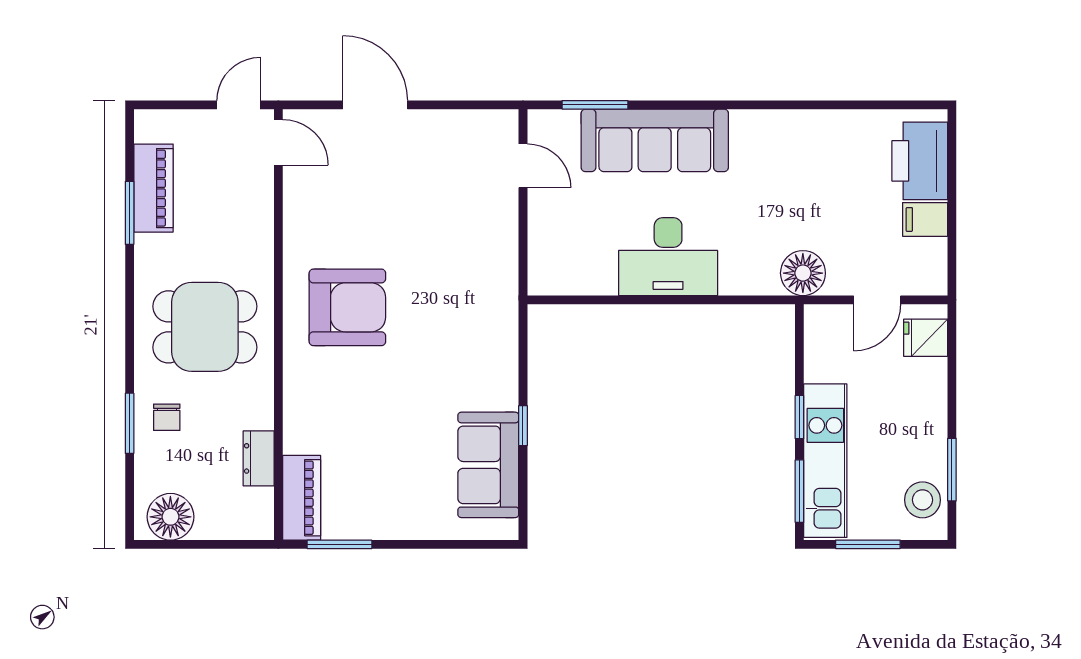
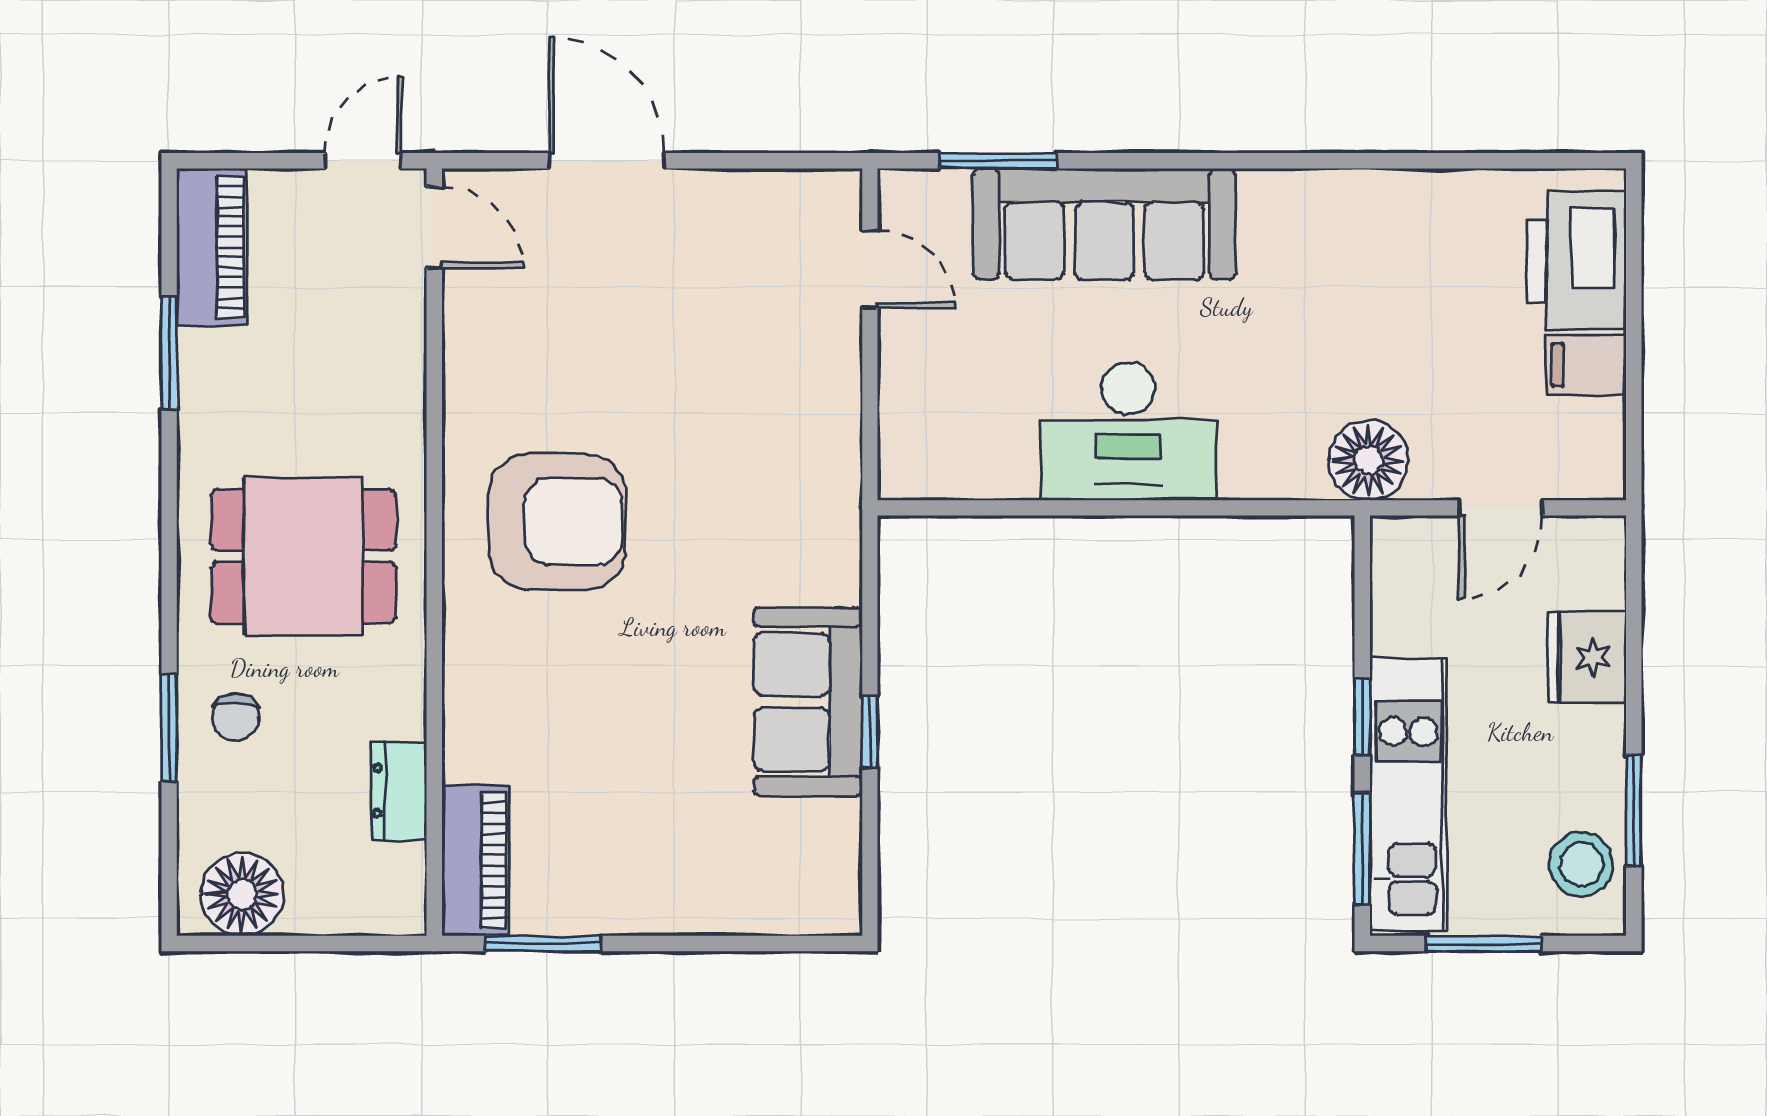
piano: (153, 188) -> (212, 247), moved
fridge: (926, 338) -> (1587, 657), moved, width x1.38
sofa: (488, 465) -> (808, 702), moved

